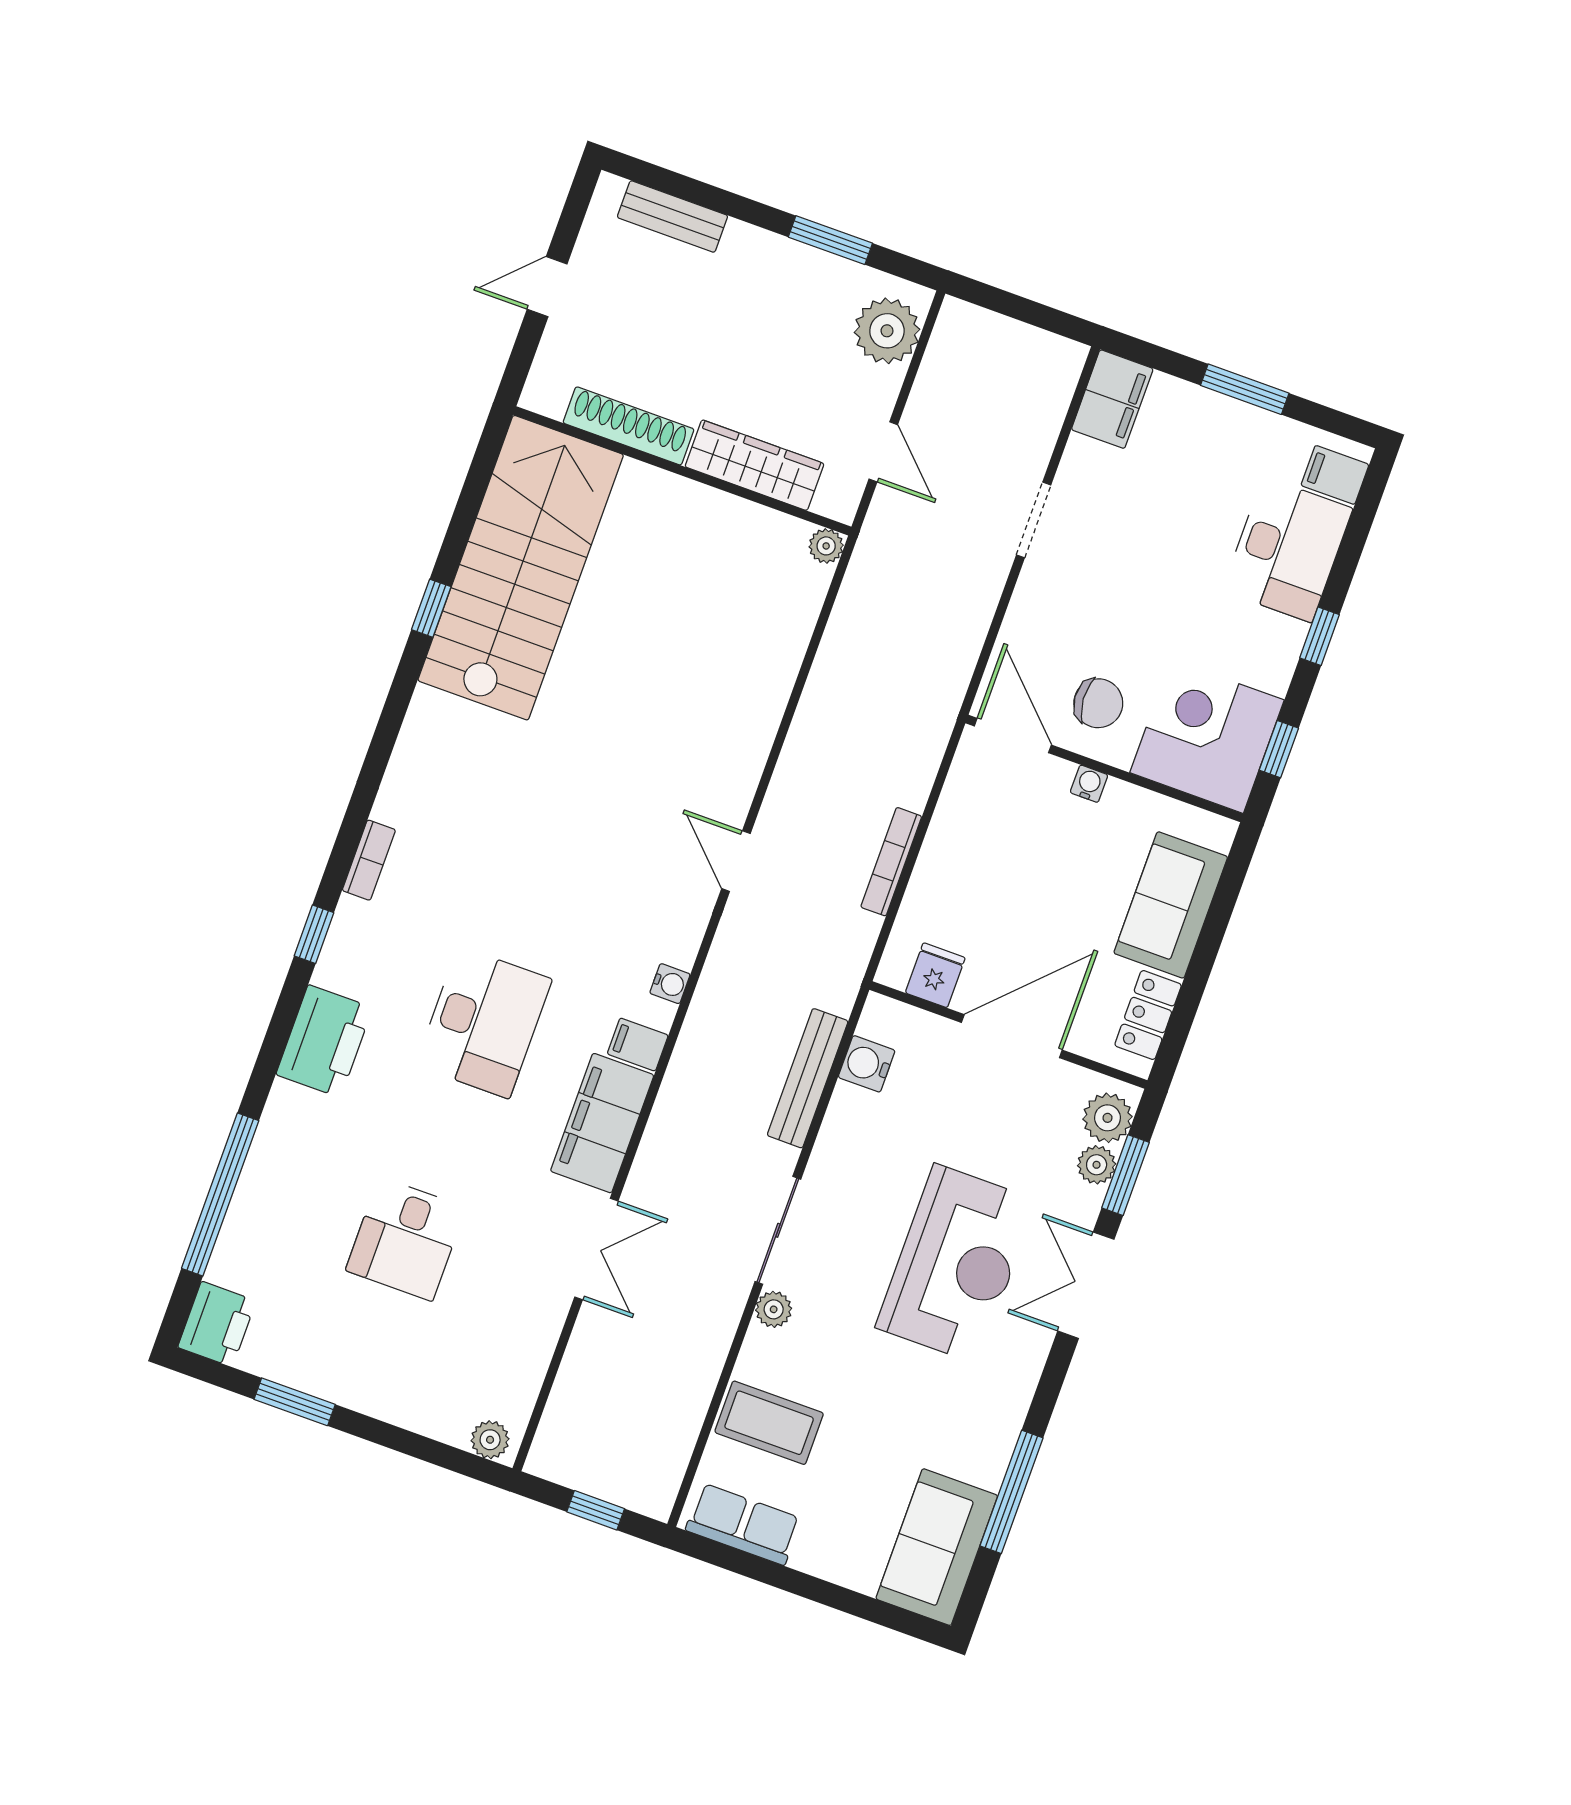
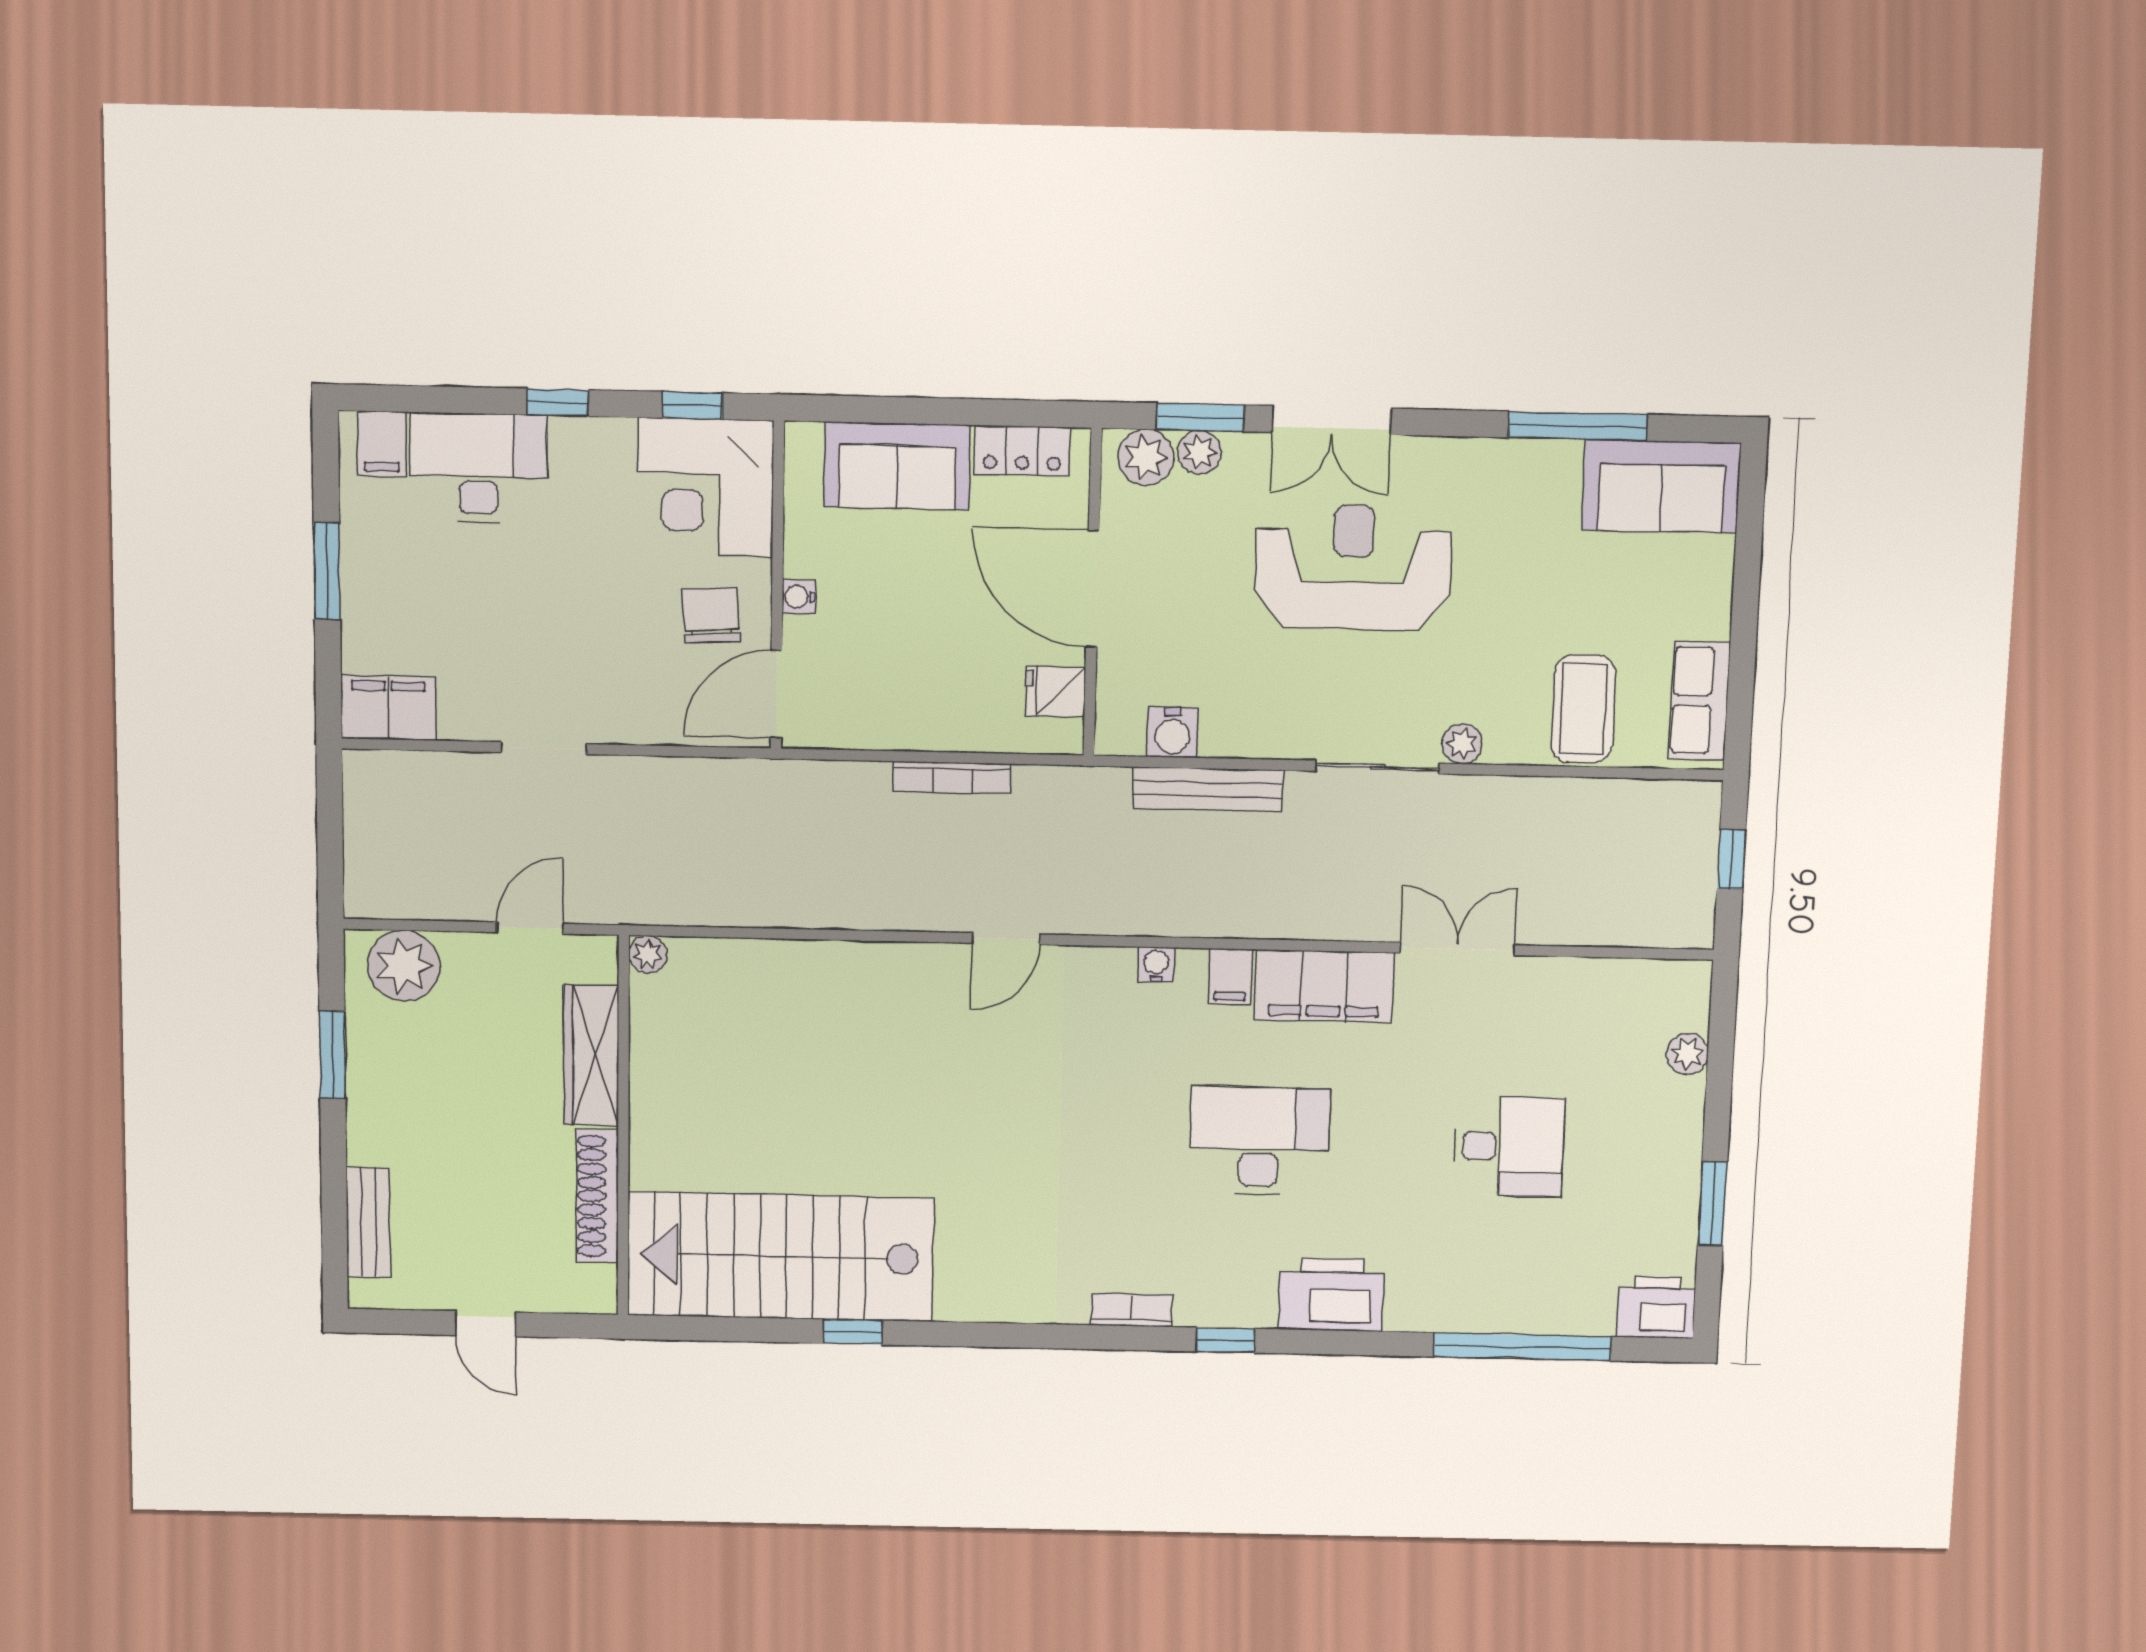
plant: (490, 1440) -> (1687, 1054), moved

